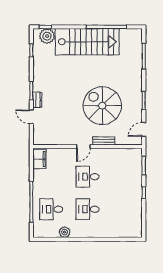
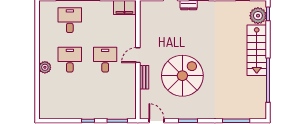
stairs: (87, 42) -> (257, 50), width x0.73, depth x0.66
door: (83, 147) -> (138, 55), hinge flipped
plant: (65, 232) -> (45, 67), moved

